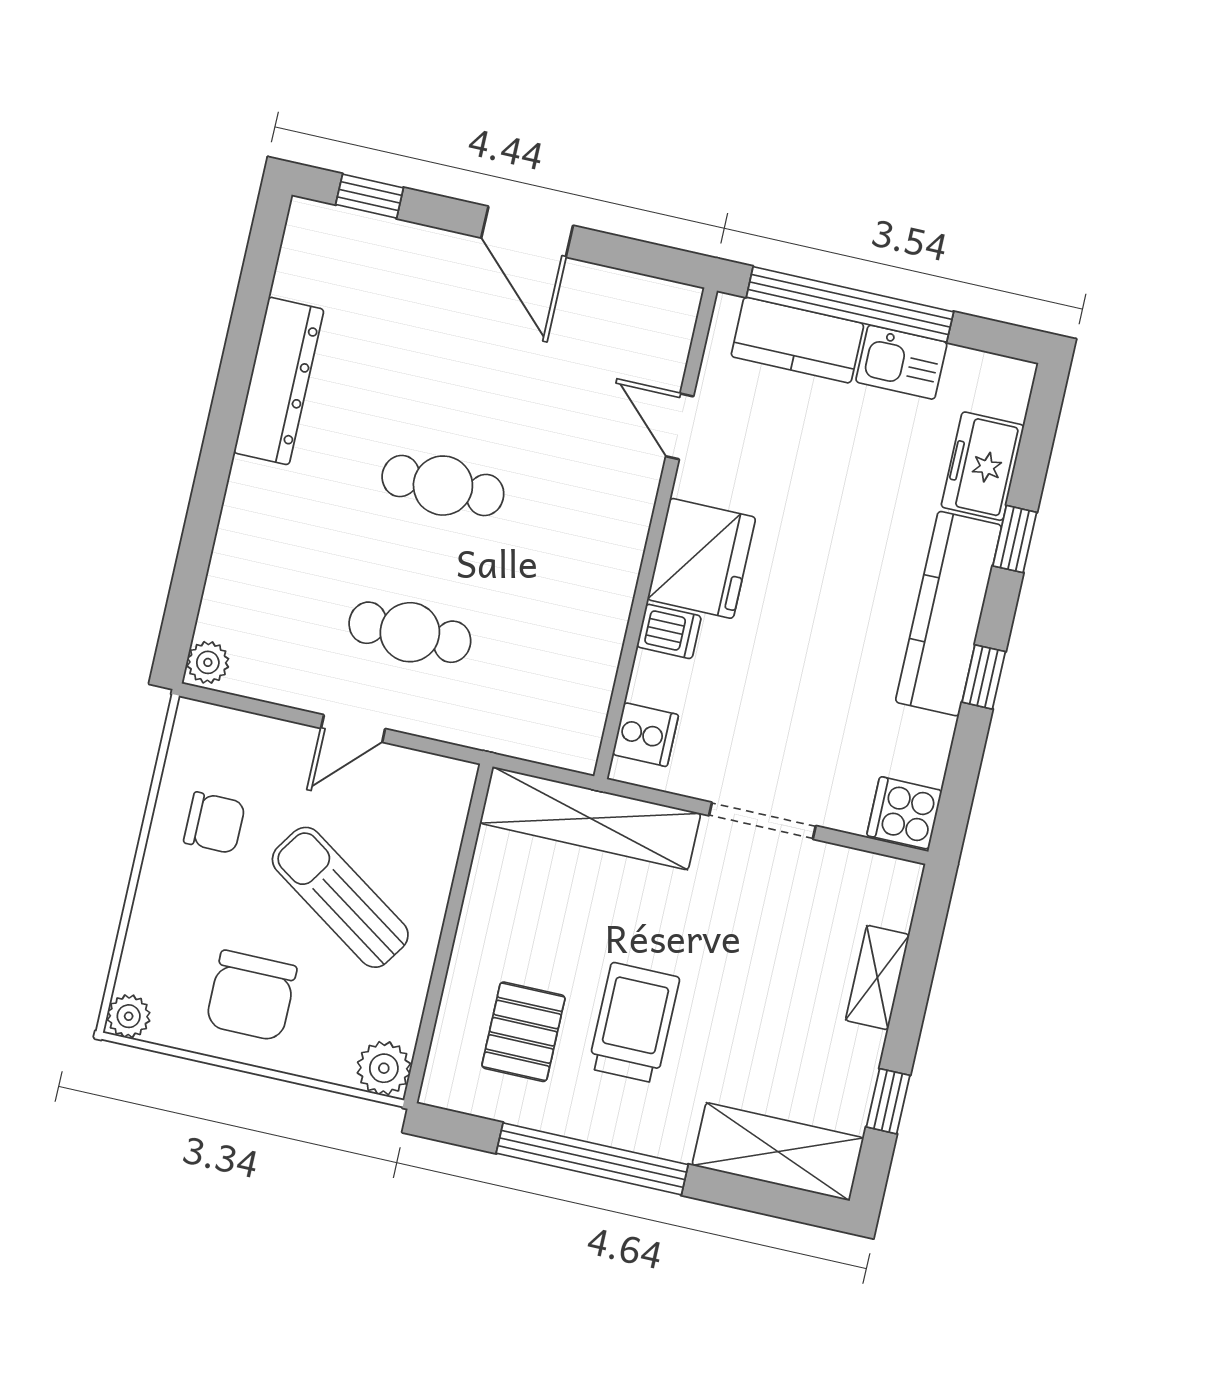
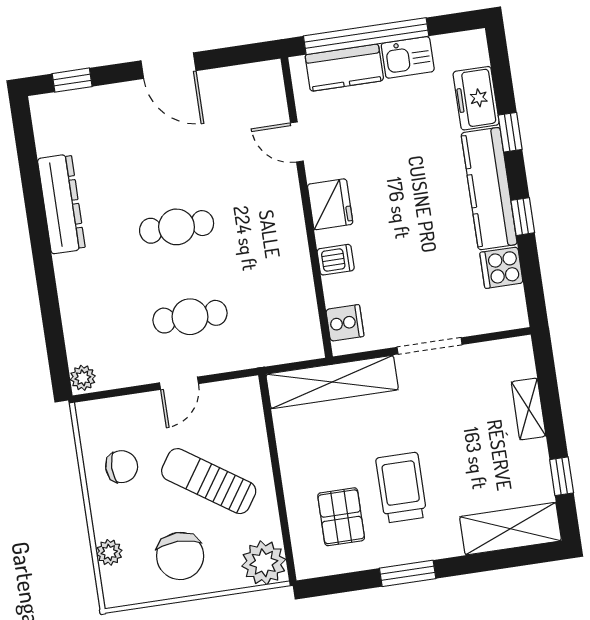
fridge: (702, 558) -> (330, 204), width x0.73, depth x0.75
cooker: (904, 813) -> (501, 268), moved
plant: (129, 1016) -> (109, 552), moved
plant: (384, 1068) -> (264, 563), width x1.36, depth x1.36
window: (592, 1159) -> (408, 573), width x0.47

